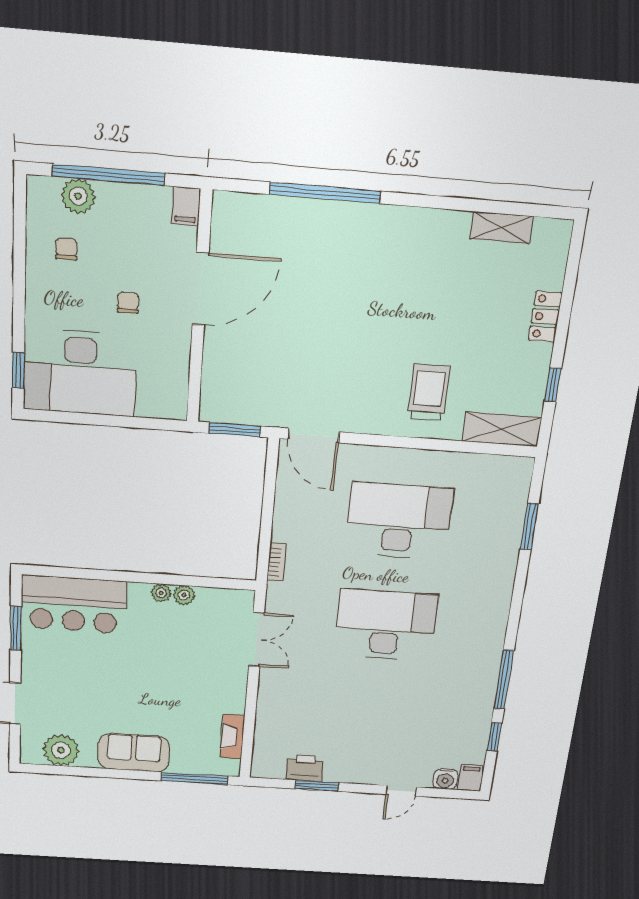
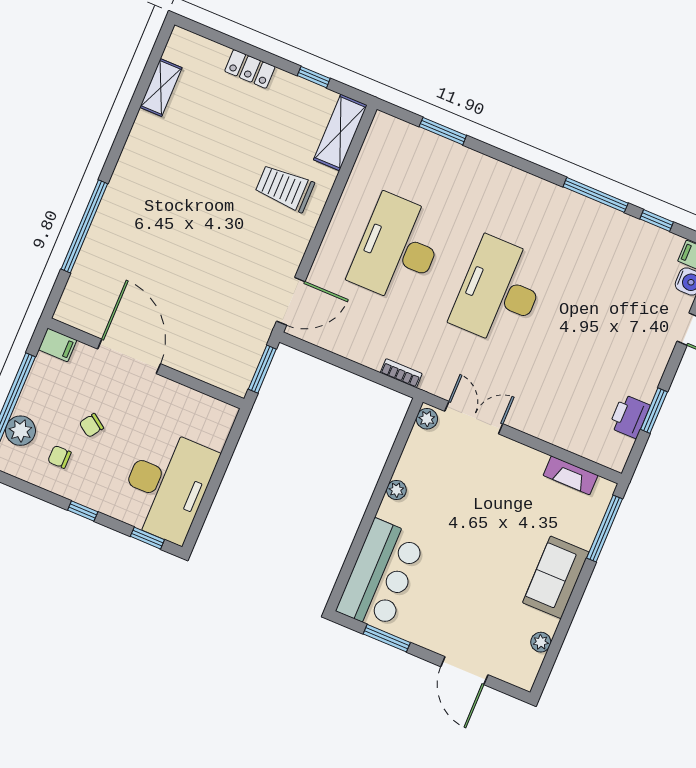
window: (19, 293) -> (83, 511), added
chair: (128, 303) -> (91, 425), moved, turned -55
plant: (184, 595) -> (427, 419), moved
plant: (61, 750) -> (541, 642), width x0.53, depth x0.53

